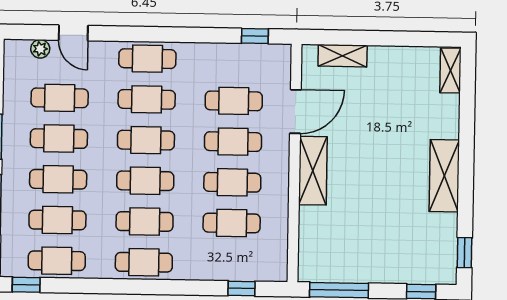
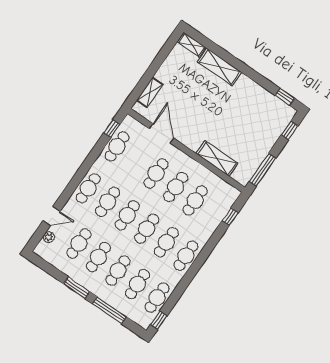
cafe table: (234, 101) -> (117, 146), moved
shelving: (313, 171) -> (217, 158), moved
shelving: (444, 176) -> (219, 67), moved

